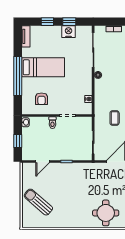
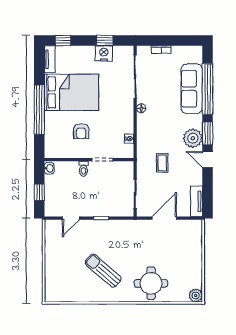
window: (47, 22) -> (63, 40), moved
bed: (43, 67) -> (71, 92), width x1.50
armchair: (42, 99) -> (81, 131), moved
sun lounger: (38, 202) -> (103, 271), moved

